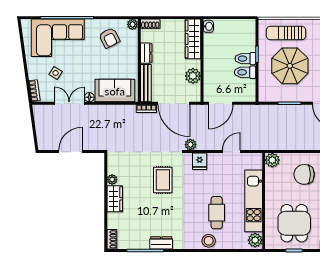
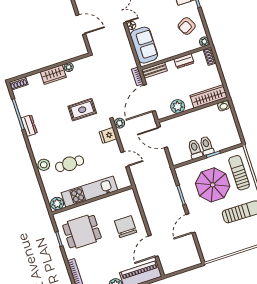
bench: (146, 83) -> (154, 70), width x0.73
plant: (272, 160) -> (129, 196), removed

